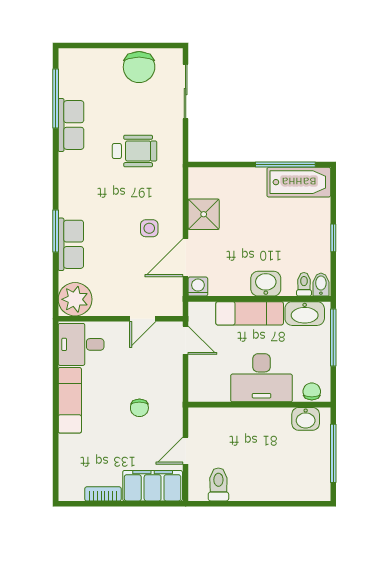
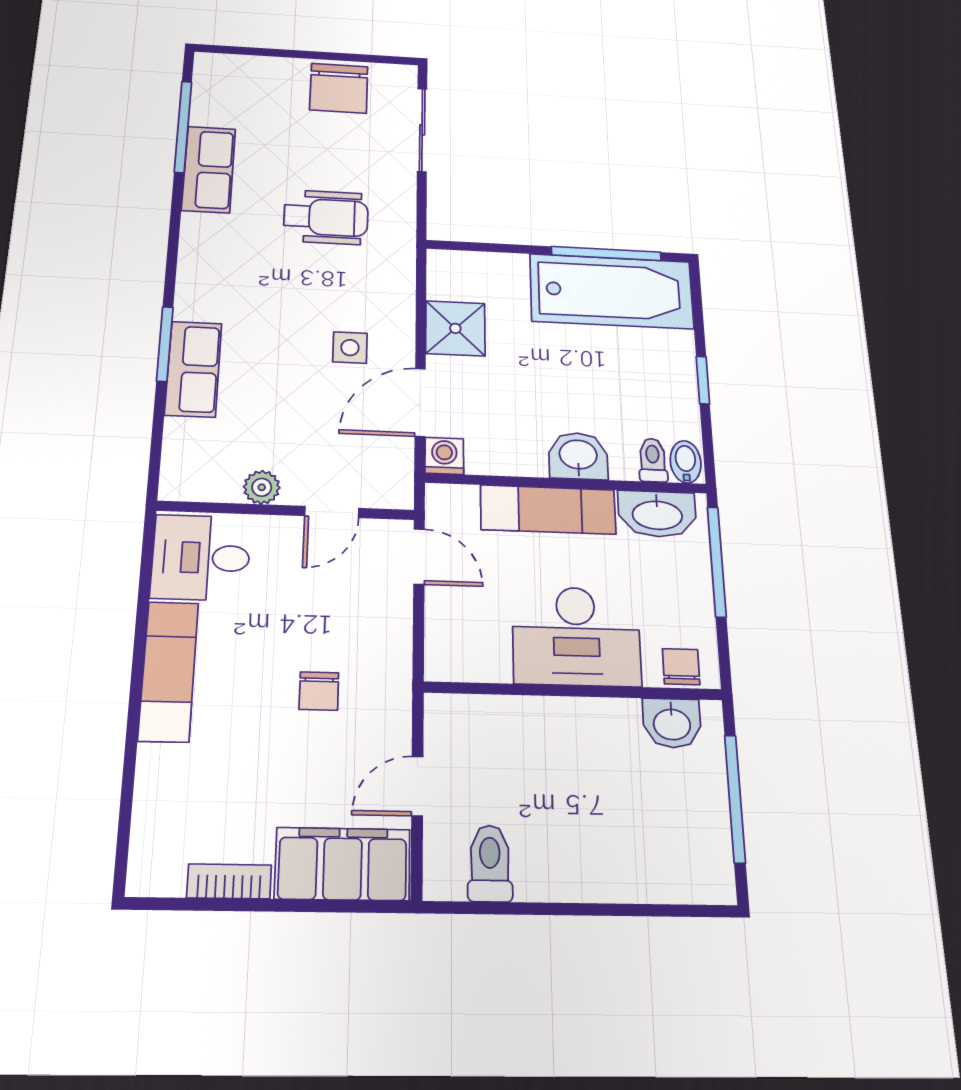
bathtub: (299, 182) -> (612, 291), width x1.36, depth x1.36
plant: (75, 299) -> (262, 487), moved, width x0.53, depth x0.53

